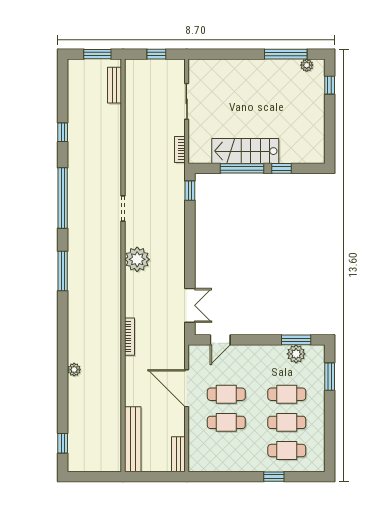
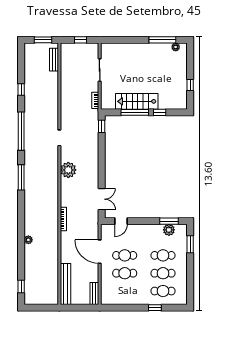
window: (330, 85) -> (190, 85), moved

